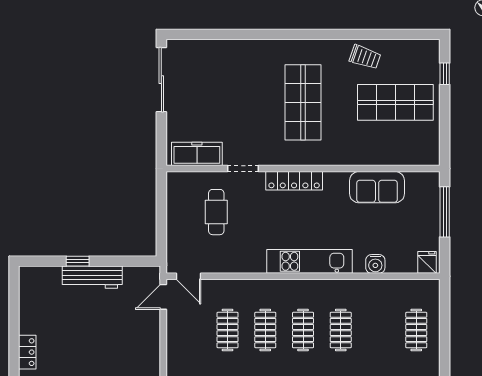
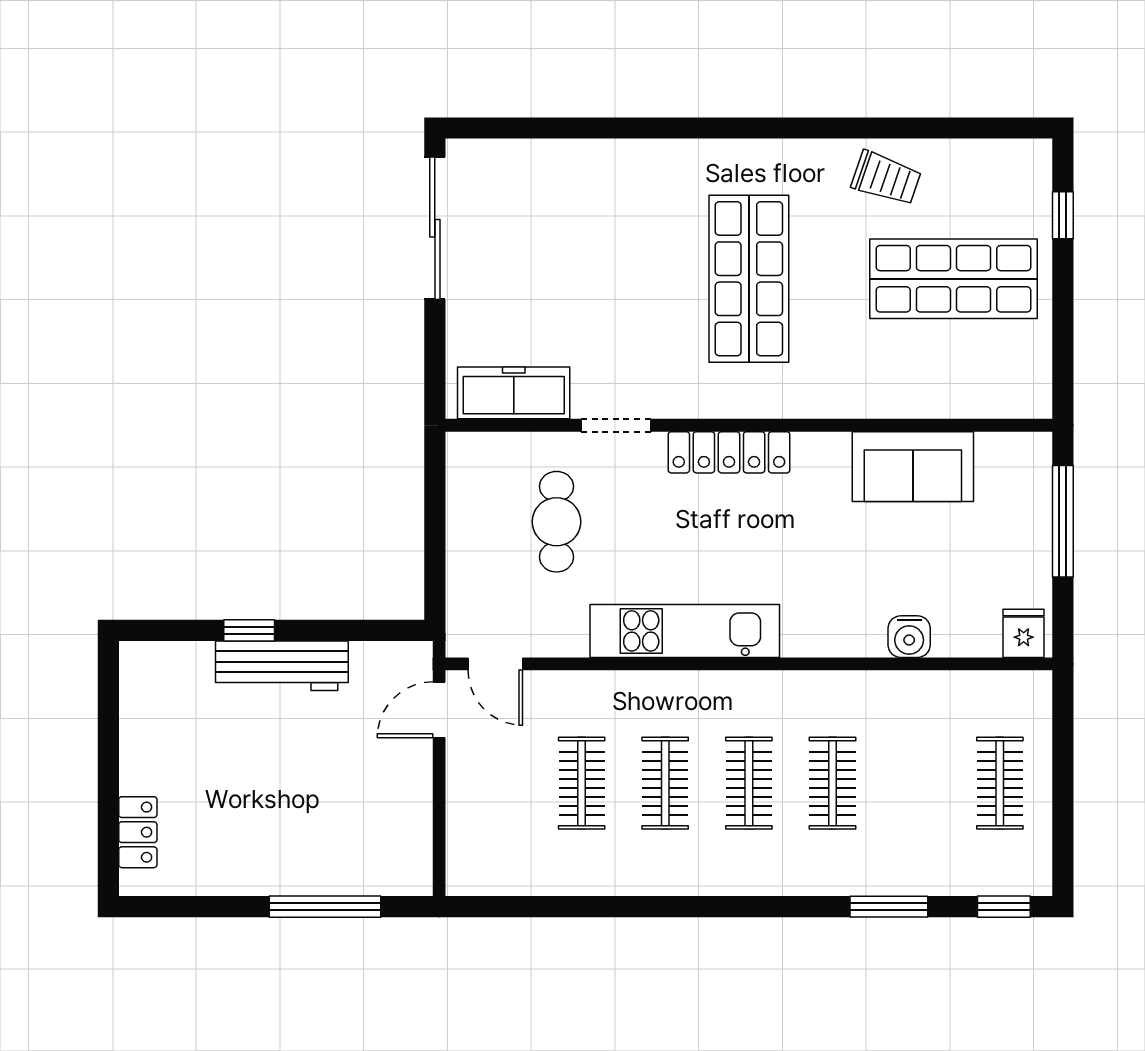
kitchen unit: (310, 261) -> (685, 631), moved

